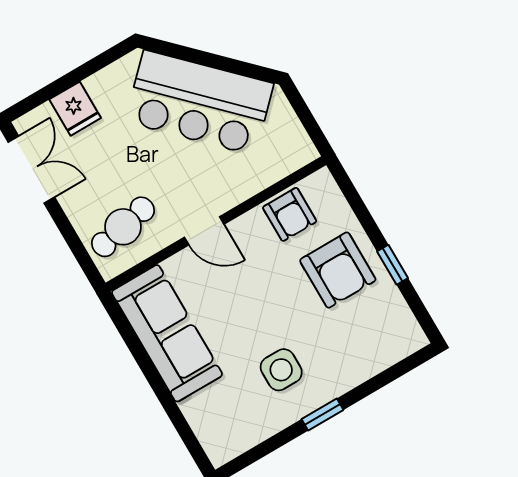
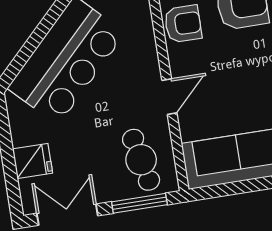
window: (75, 244) -> (139, 203), added

